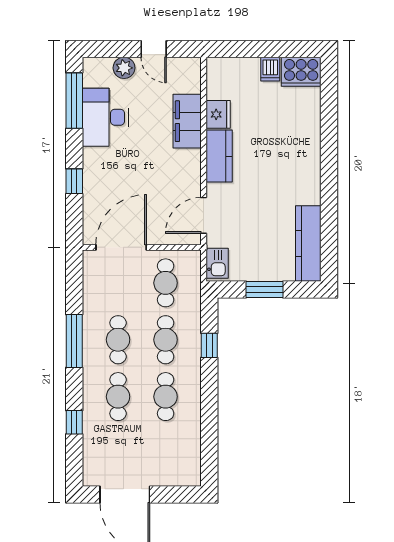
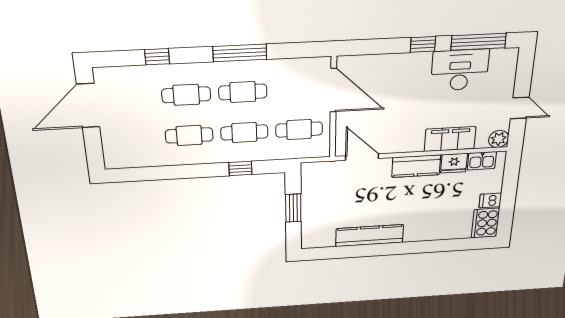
door: (154, 49) -> (520, 108), swing flipped
plant: (124, 68) -> (499, 139), moved
window: (74, 181) -> (423, 44), moved
kitchen counter: (308, 244) -> (370, 236), moved
kitchen sink: (217, 263) -> (482, 161), moved

